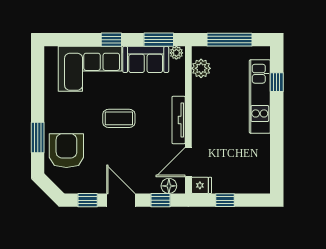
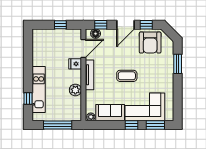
window: (159, 40) -> (155, 125), moved
plant: (201, 68) -> (75, 90), moved
armchair: (66, 151) -> (150, 43), moved
fridge: (201, 185) -> (75, 64), moved
door: (121, 200) -> (126, 25), hinge flipped

